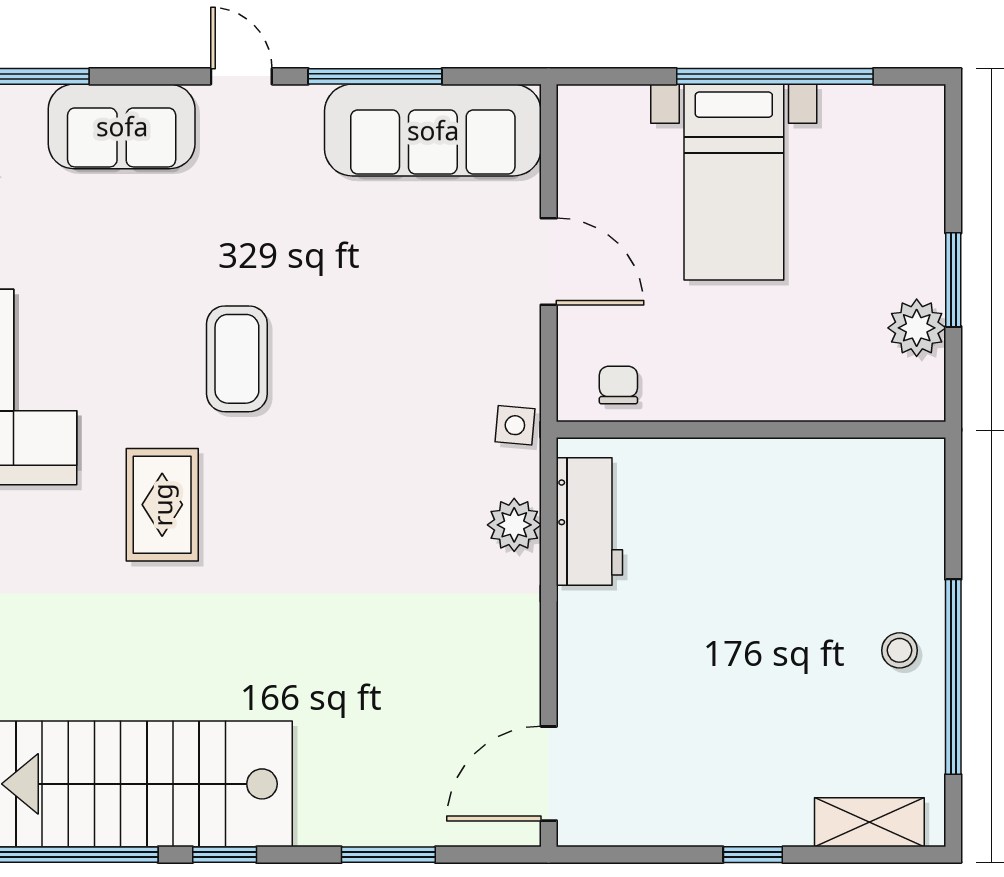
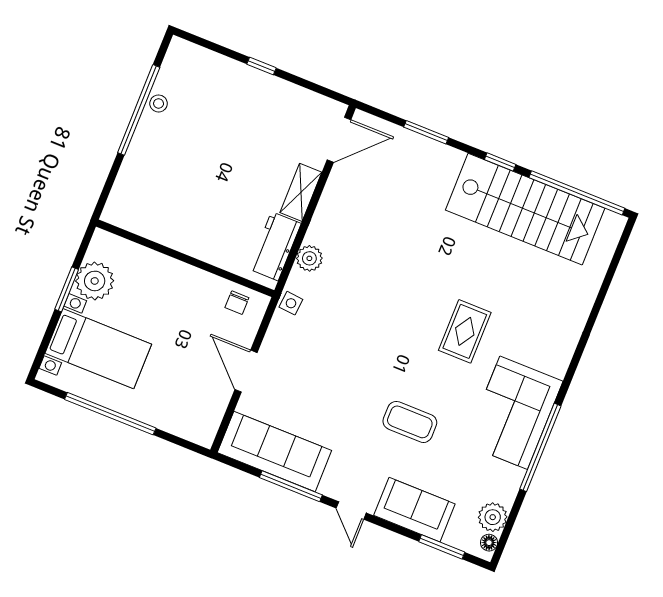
bed with nightstands: (734, 182) -> (98, 349), moved, turned 90
plant: (917, 328) -> (95, 281), width x1.36, depth x1.36
coffee table: (237, 359) -> (410, 422), moved, turned 90
stool: (900, 650) -> (159, 103), moved
shelving: (869, 822) -> (301, 192), moved, turned 90

